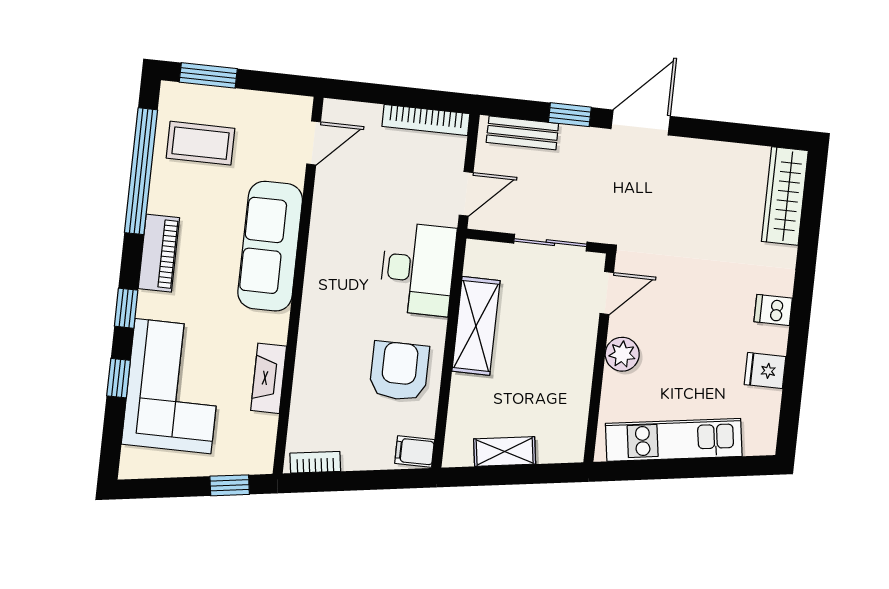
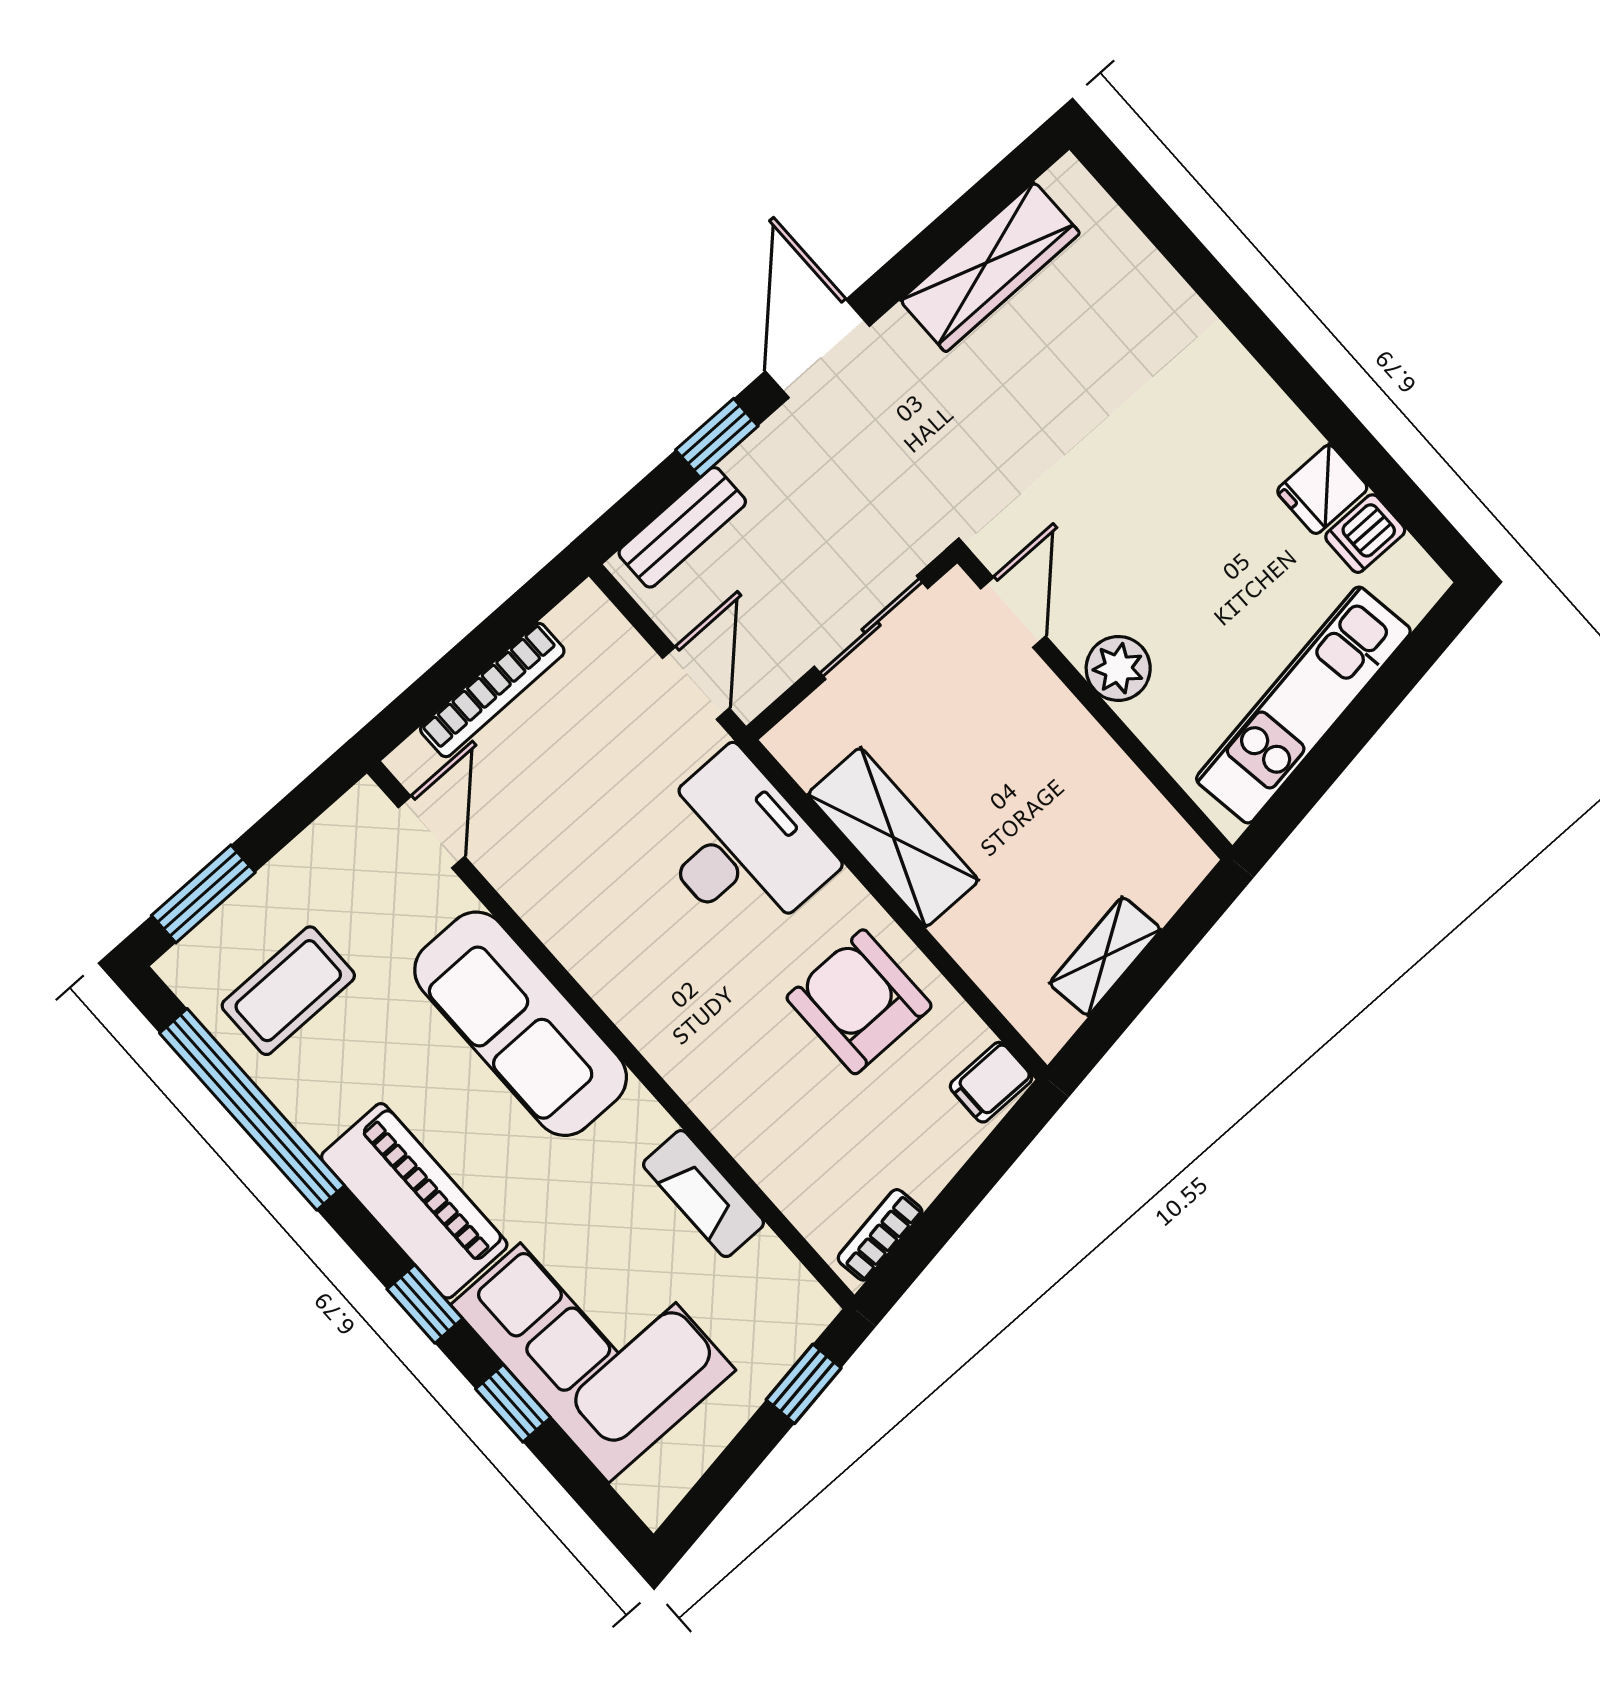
bookcase: (426, 120) -> (492, 690), moved
wardrobe: (785, 196) -> (990, 267), moved, turned -90
piano: (159, 253) -> (414, 1201), width x1.37, depth x1.33
dishwasher: (773, 310) -> (1365, 534), moved

